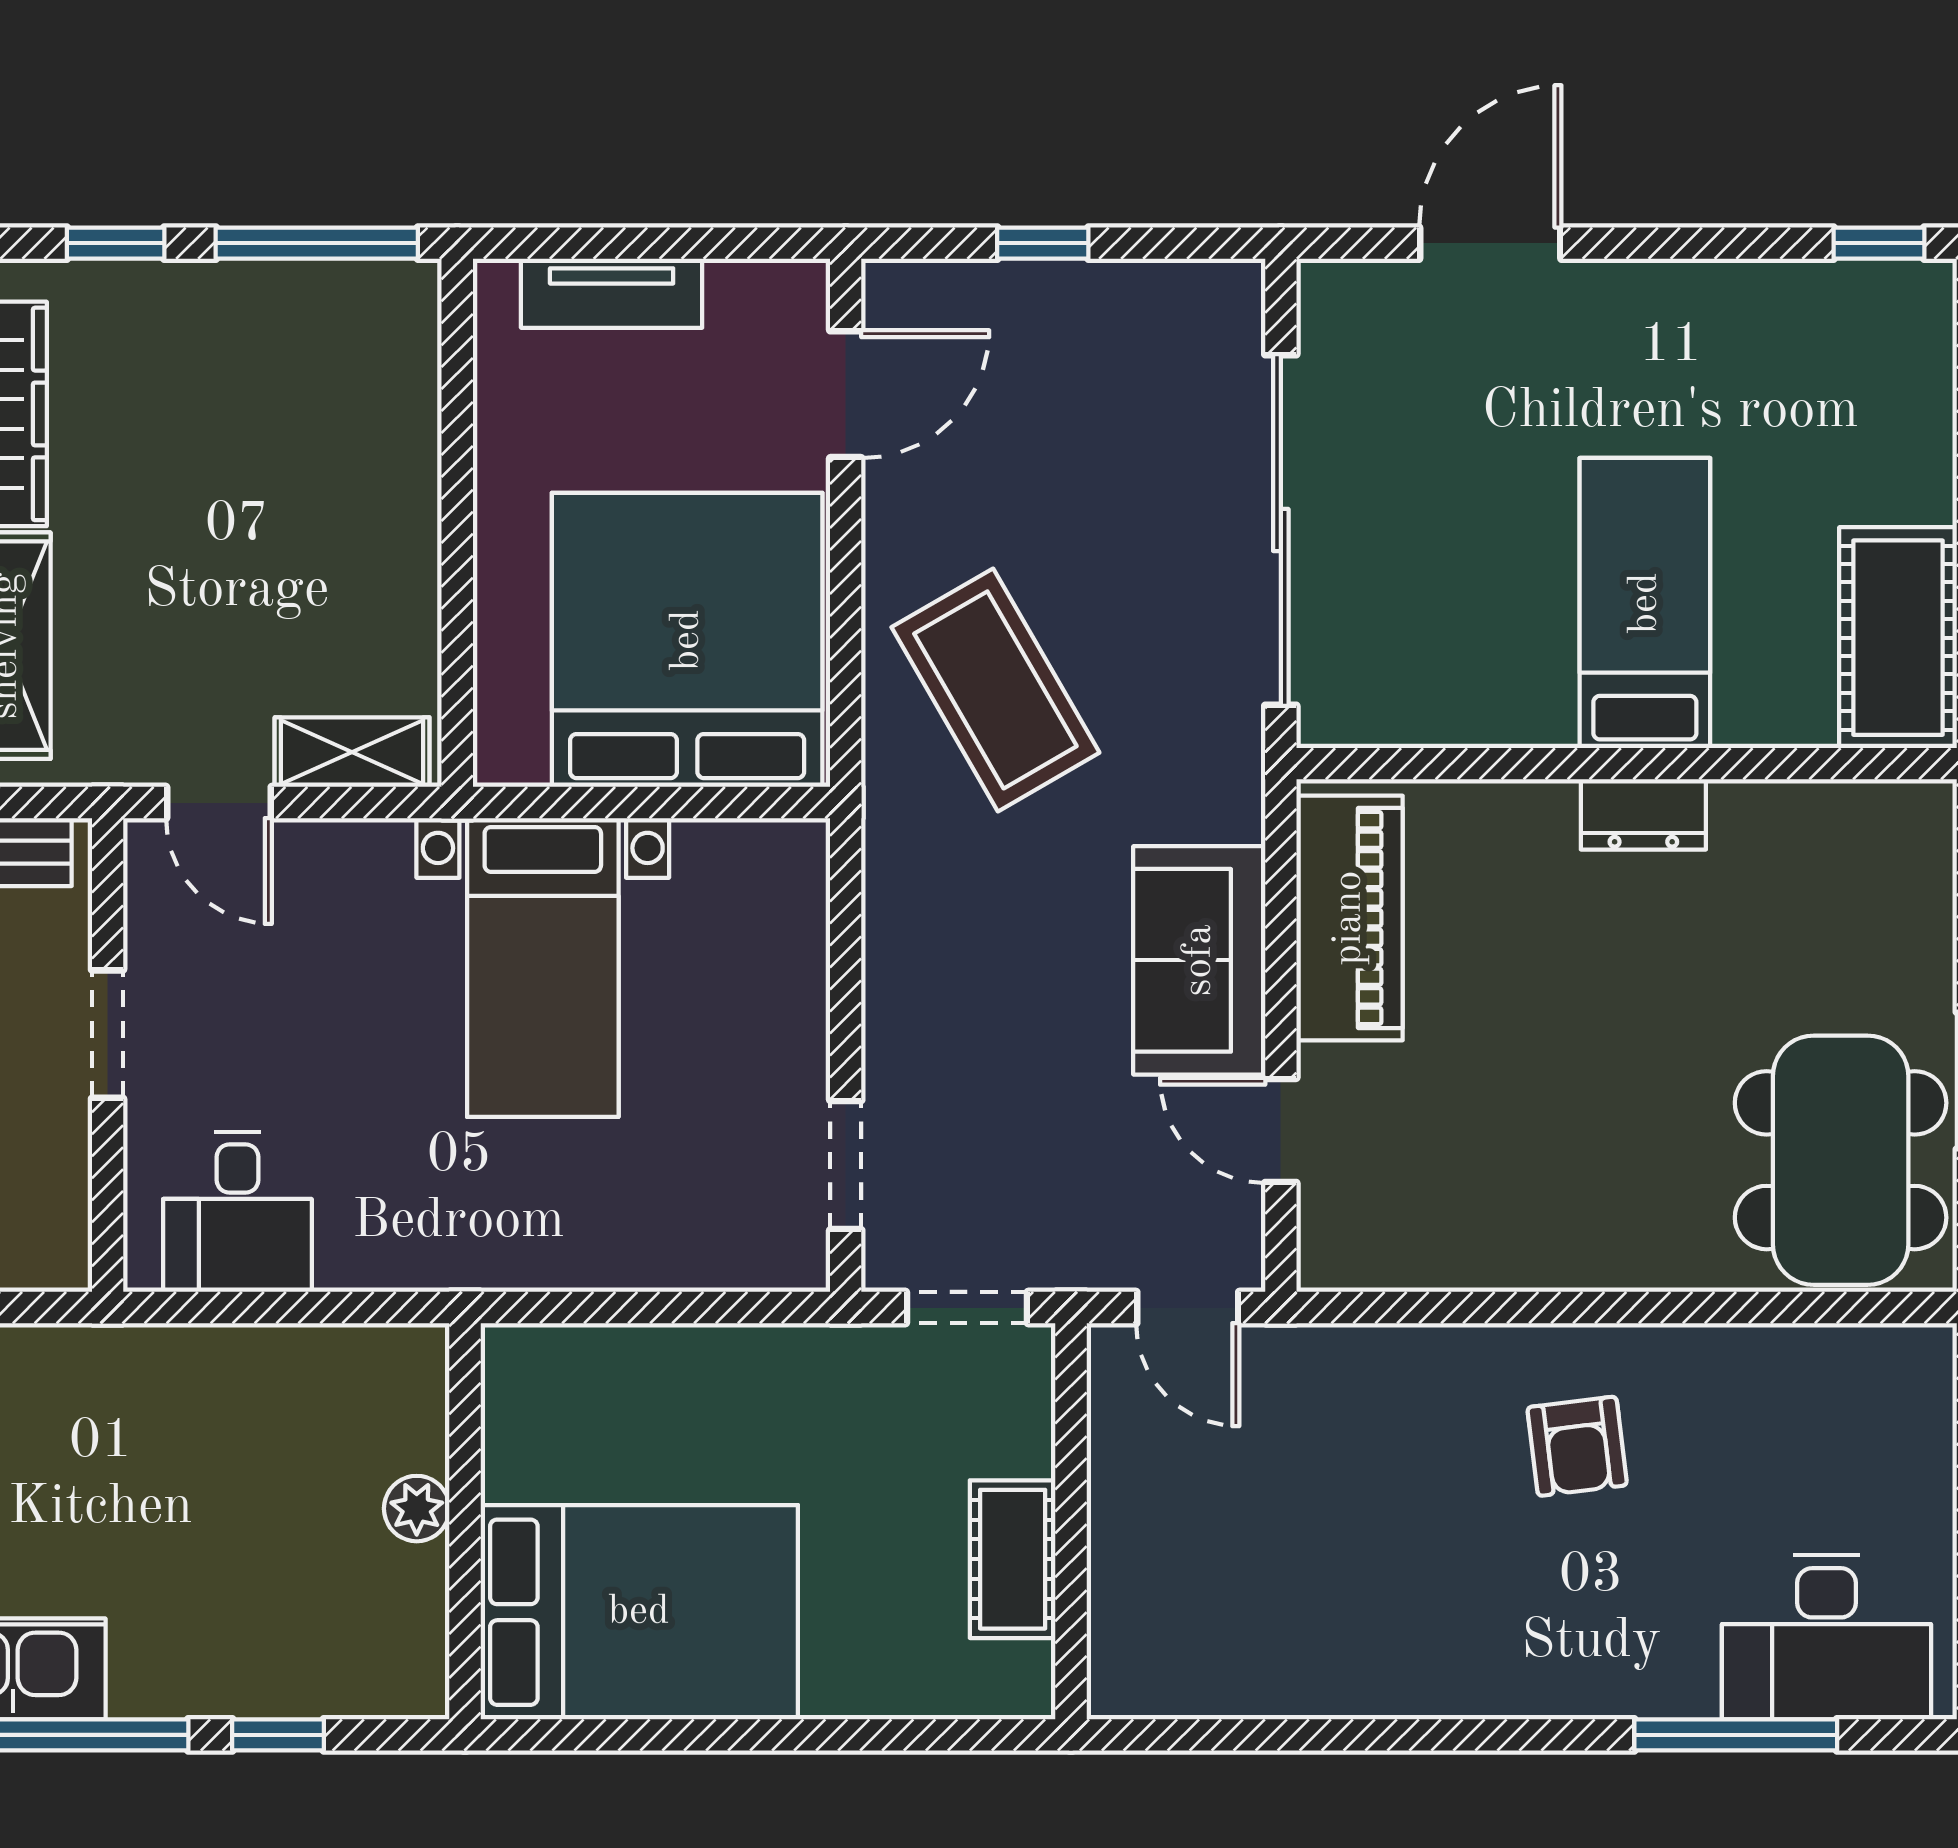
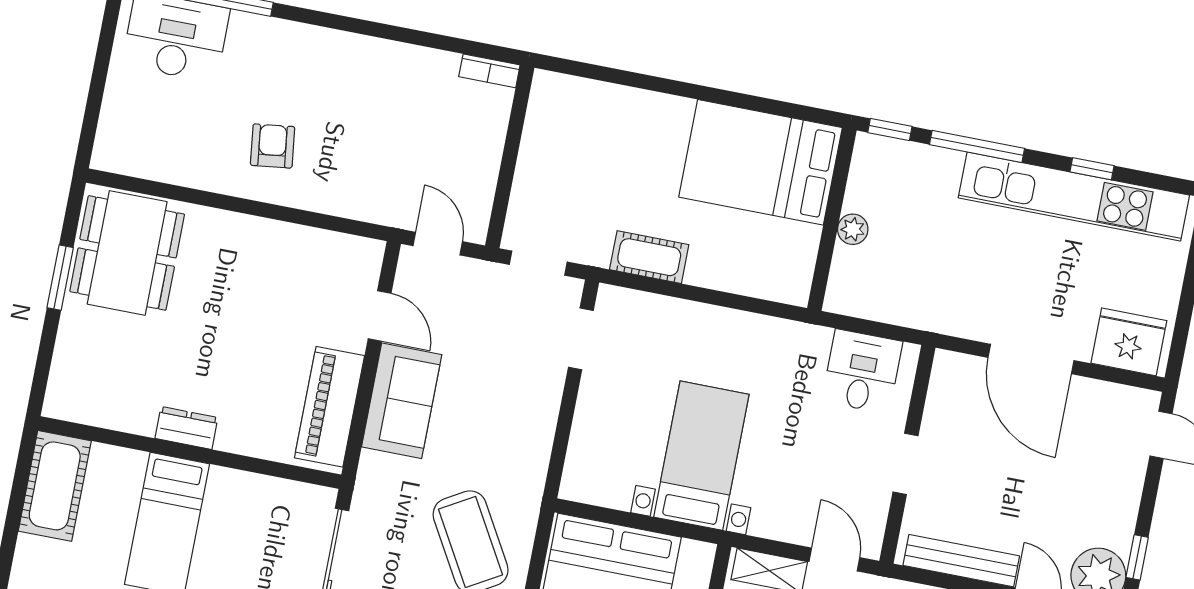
plant: (417, 1509) -> (853, 229), moved
wall: (465, 1521) -> (832, 219), moved
cot: (1013, 1559) -> (649, 257), moved, turned 90
bed: (639, 1612) -> (761, 162), moved
bookcase: (1149, 1694) -> (489, 71), added

